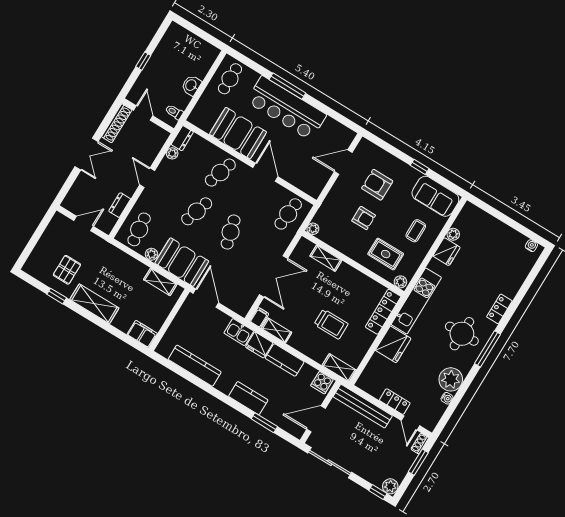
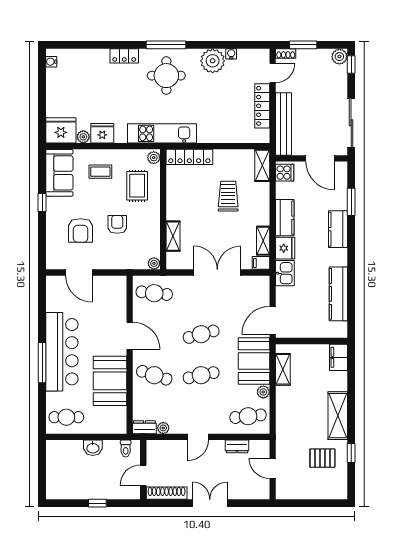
door: (265, 172) -> (130, 336), swing flipped
cafe table: (197, 211) -> (201, 375), turned -30
fridge: (393, 344) -> (61, 130), moved
locker: (395, 402) -> (262, 106), width x1.53

